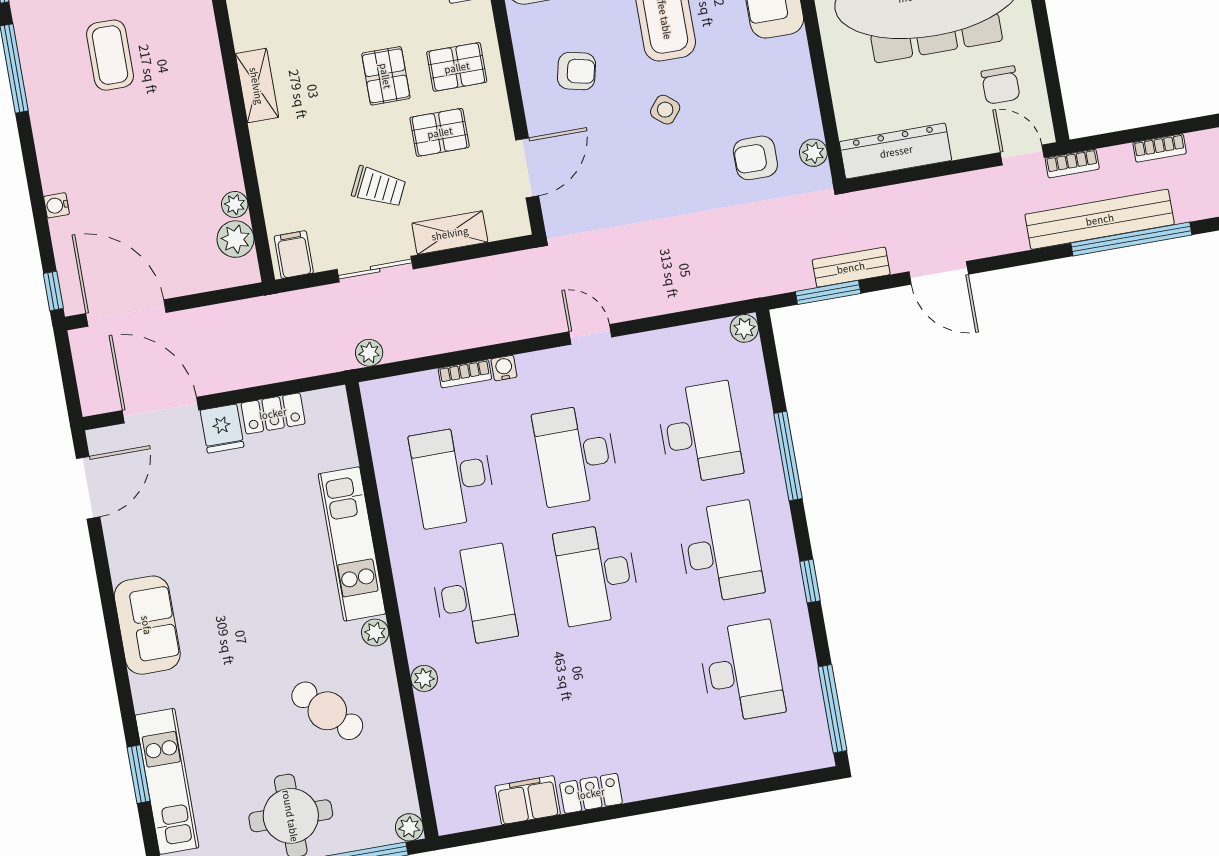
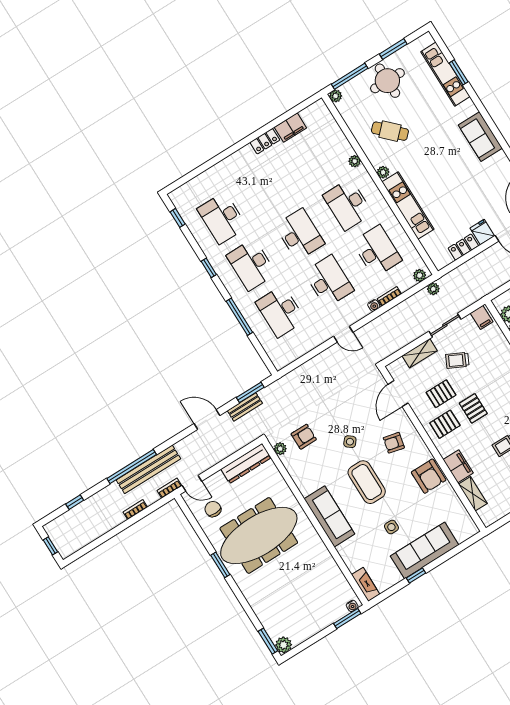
plant: (744, 328) -> (420, 275), moved
window: (833, 709) -> (178, 218), width x0.46

